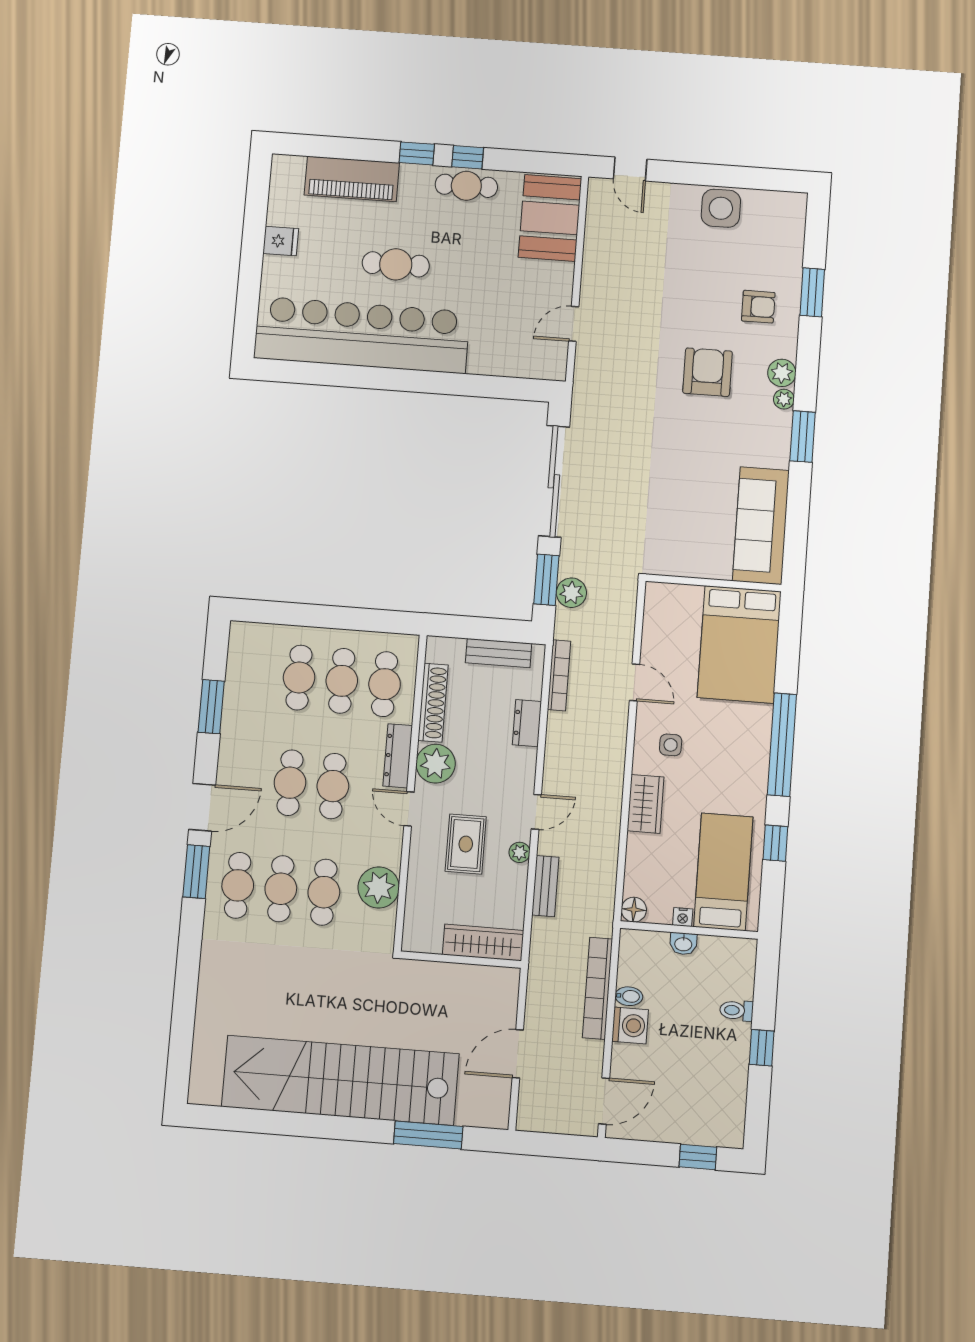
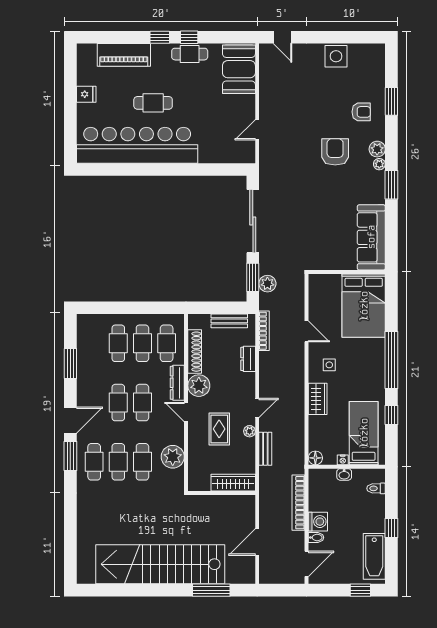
bidet: (629, 996) -> (316, 537), moved
toilet: (736, 1010) -> (376, 488), moved
bathtub: (727, 1097) -> (374, 556), added

